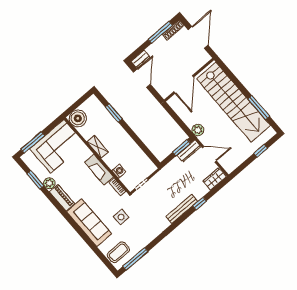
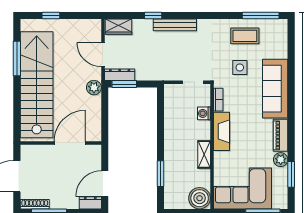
coffee table: (118, 252) -> (245, 36), moved

